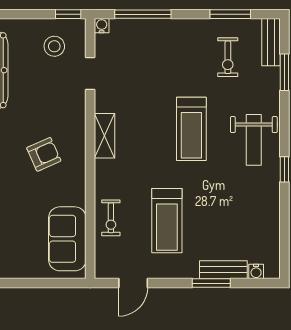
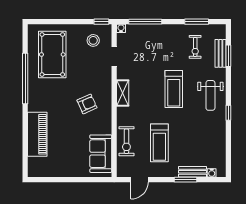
bench: (271, 42) -> (220, 53), moved
exercise bike: (111, 218) -> (126, 141), width x1.38, depth x1.39

